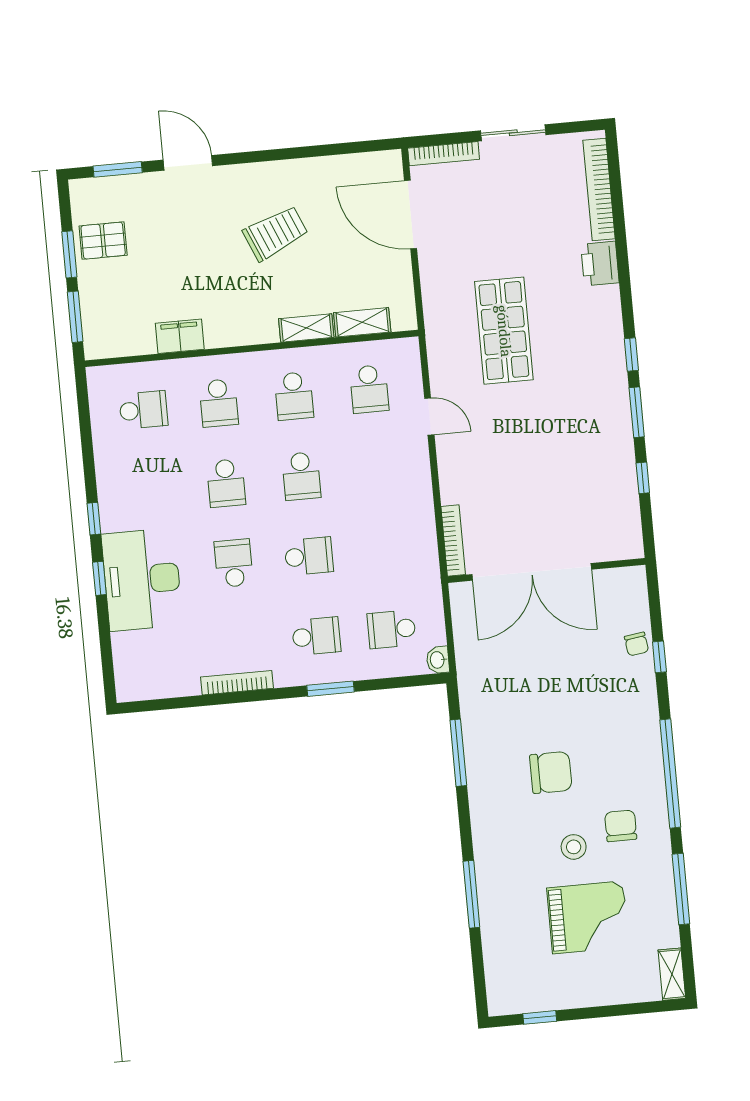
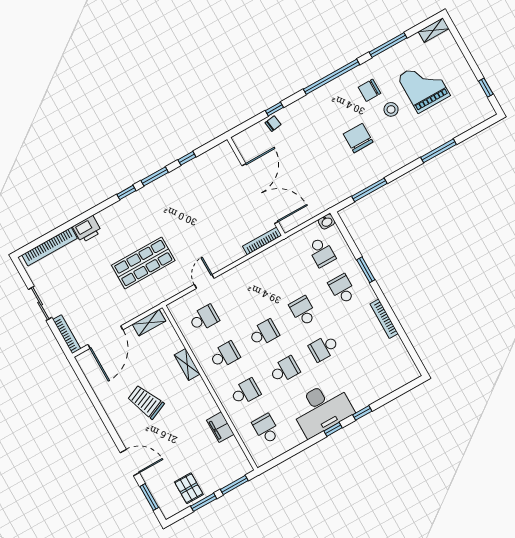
door: (188, 163) -> (130, 463), swing flipped
shelving: (362, 322) -> (149, 323), moved, turned 90
desk: (142, 580) -> (322, 409), moved

